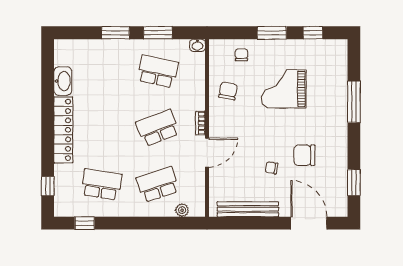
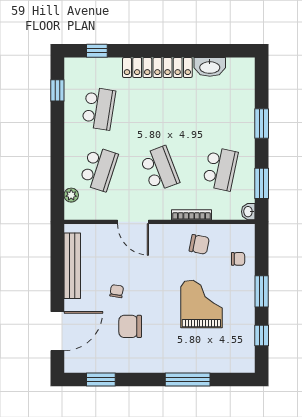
window: (158, 33) -> (262, 183), moved
bookcase: (200, 123) -> (191, 215), moved, width x1.56
chair: (304, 155) -> (130, 326), turned -90
school desk: (158, 185) -> (99, 169), turned 36

